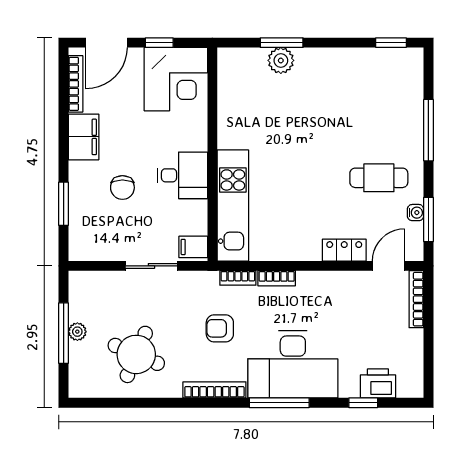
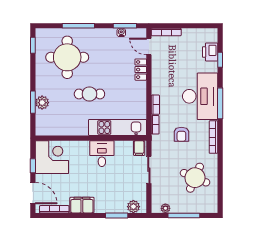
round table: (368, 109) -> (67, 57), added
cafe table: (379, 178) -> (89, 94), moved, turned 90
chair: (122, 188) -> (108, 185), removed
plant: (81, 236) -> (133, 207), added
plant: (77, 332) -> (165, 208), moved

